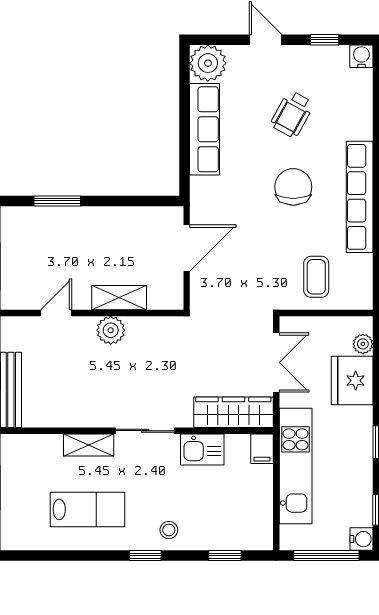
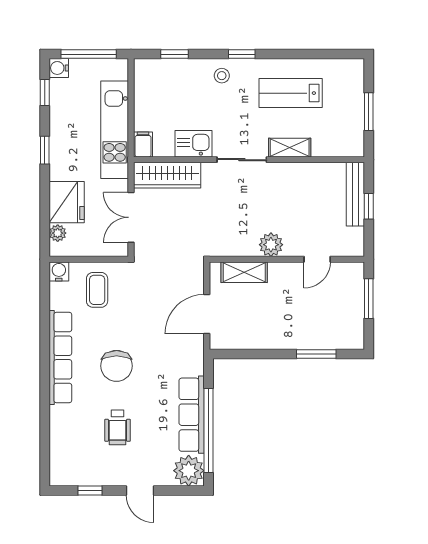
water cooler: (361, 56) -> (59, 272), moved, turned 180
window: (185, 111) -> (208, 430), added
wheelchair: (292, 114) -> (118, 427), turned 151
shelving: (119, 298) -> (244, 272), moved

